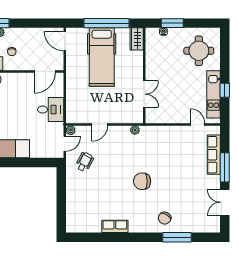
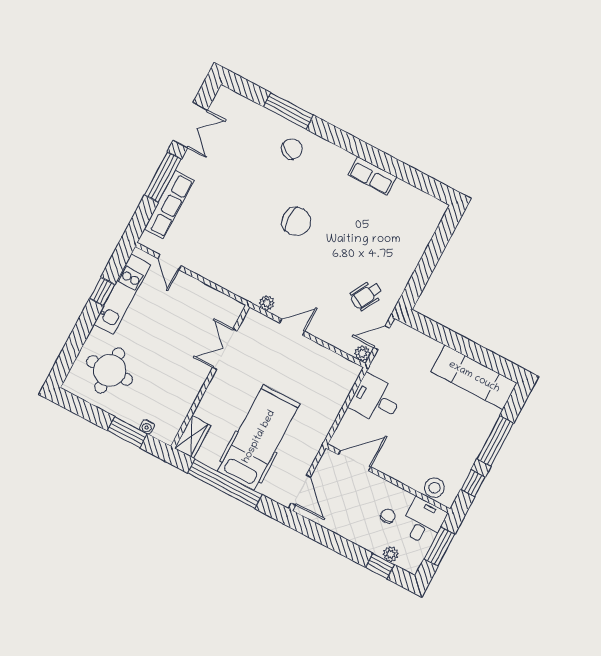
door: (100, 124) -> (292, 327), moved

